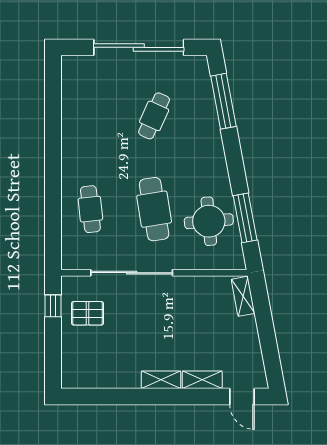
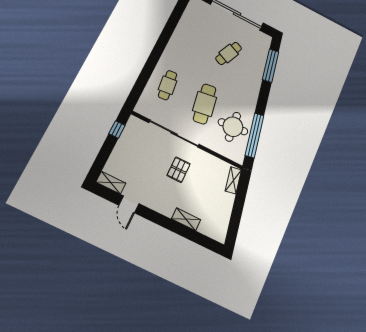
window: (245, 218) -> (255, 135), width x1.46
pallet: (88, 313) -> (179, 170), moved, turned 90
shelving: (161, 380) -> (111, 183), moved
door: (242, 397) -> (129, 204), moved

